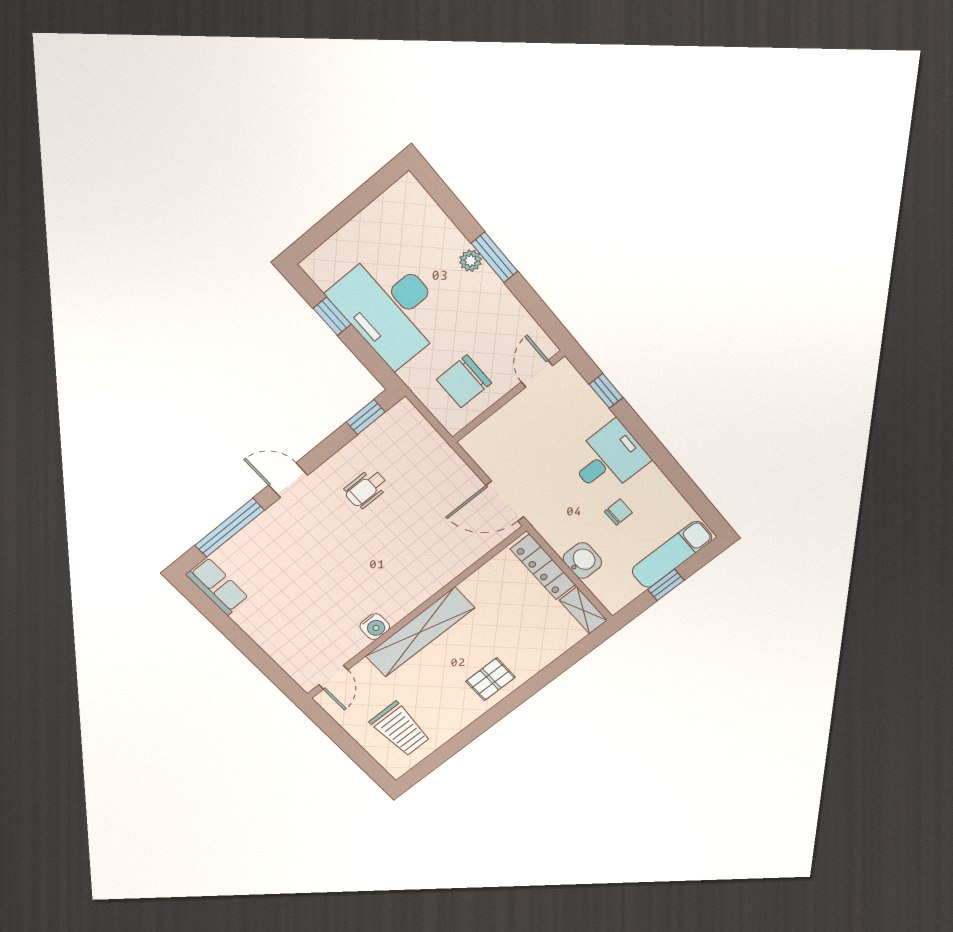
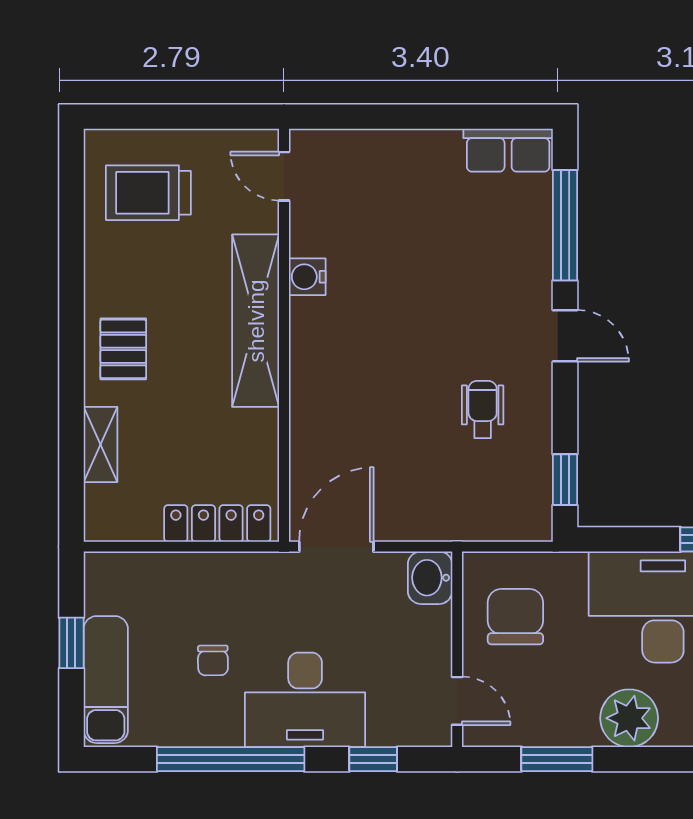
window: (494, 257) -> (557, 759), moved
plant: (471, 261) -> (629, 718), width x1.87, depth x1.87
desk: (609, 459) -> (305, 700), width x1.37
window: (665, 462) -> (231, 759), added
door: (288, 480) -> (565, 336), hinge flipped
washbasin: (582, 561) -> (430, 578), moved, turned 90
shelving: (583, 610) -> (100, 444), moved, turned 90

